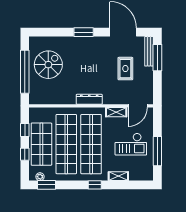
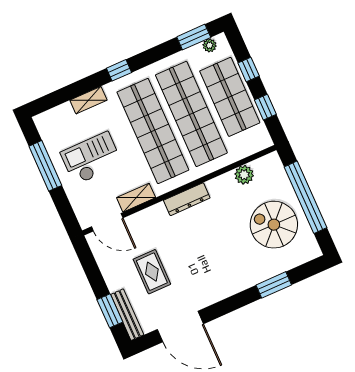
window: (84, 32) -> (274, 285), moved
window: (157, 58) -> (110, 311), width x0.69
spiral stairs: (48, 65) -> (274, 225), turned 90
plant: (52, 99) -> (244, 175), added
door: (138, 106) -> (107, 222), swing flipped

